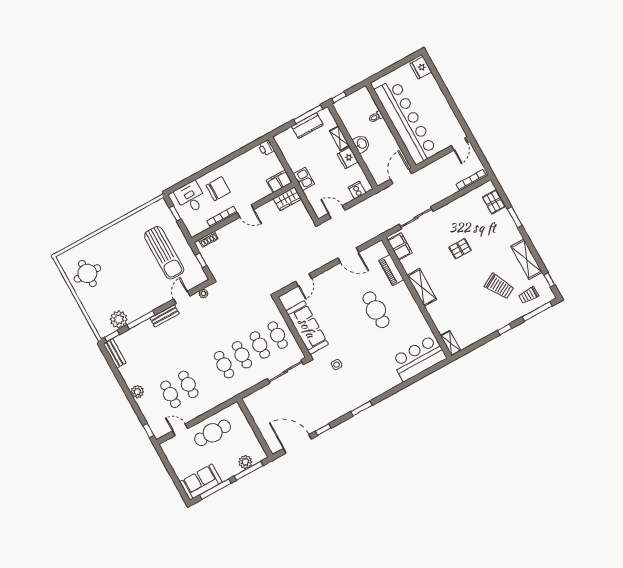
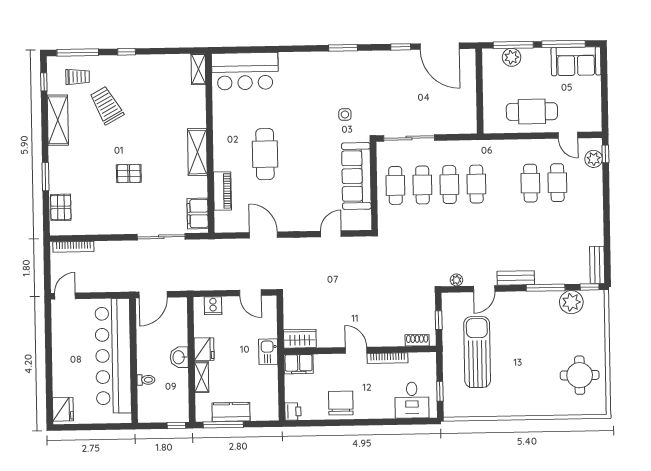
chair: (218, 189) -> (341, 403), moved, turned 90
plant: (137, 392) -> (594, 159), moved

